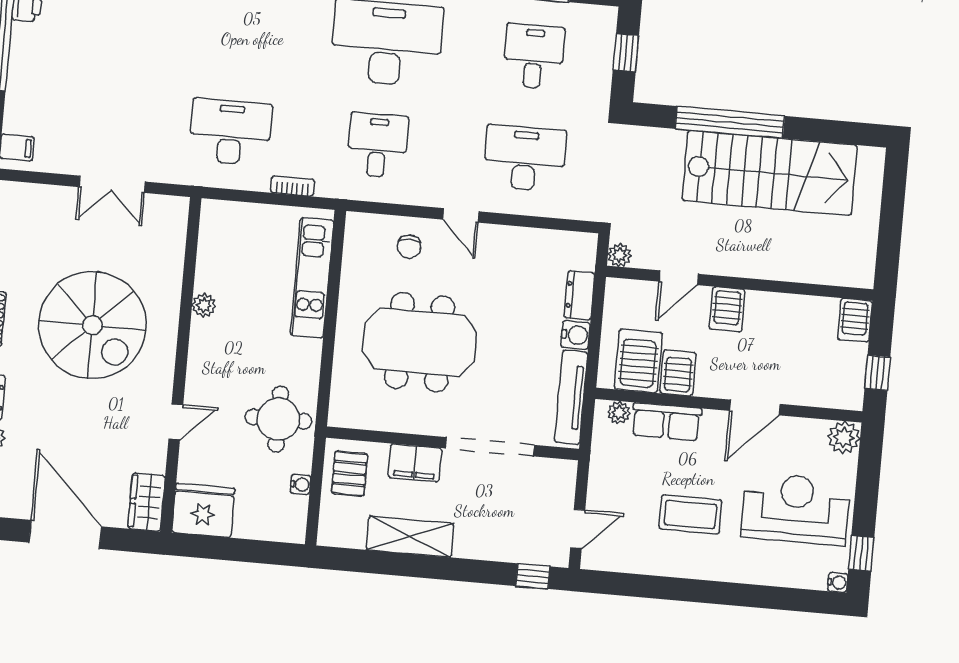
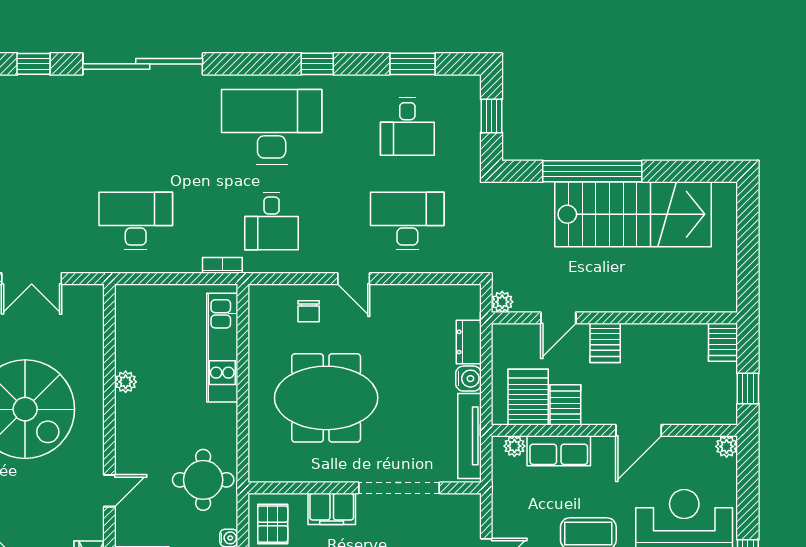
desk: (534, 56) -> (407, 127), turned 180
desk: (378, 145) -> (272, 221), turned 180
bookcase: (292, 186) -> (222, 265), moved
plant: (844, 437) -> (727, 446), width x0.73, depth x0.73

